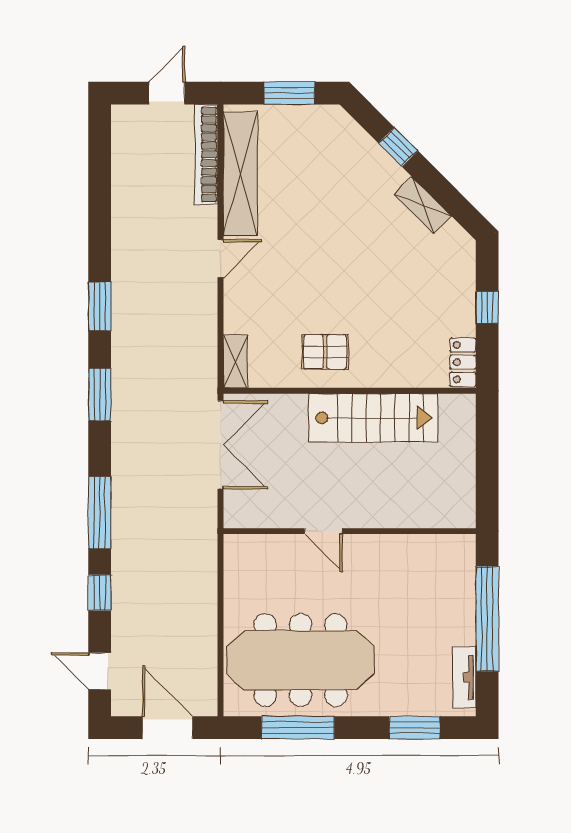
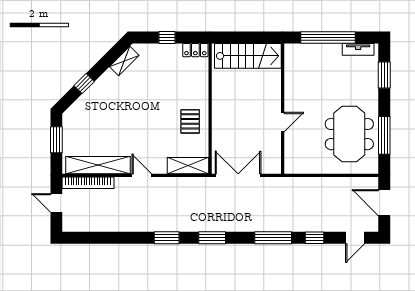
shelving: (423, 205) -> (124, 61), moved
shelving: (235, 361) -> (188, 166), width x1.50, depth x1.33
stairs: (373, 418) -> (248, 56), moved, turned 90
meeting table: (300, 660) -> (349, 134), width x0.73
door: (167, 728) -> (384, 203), hinge flipped

